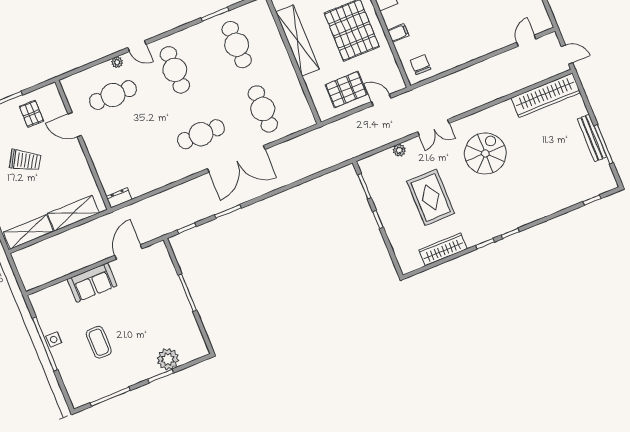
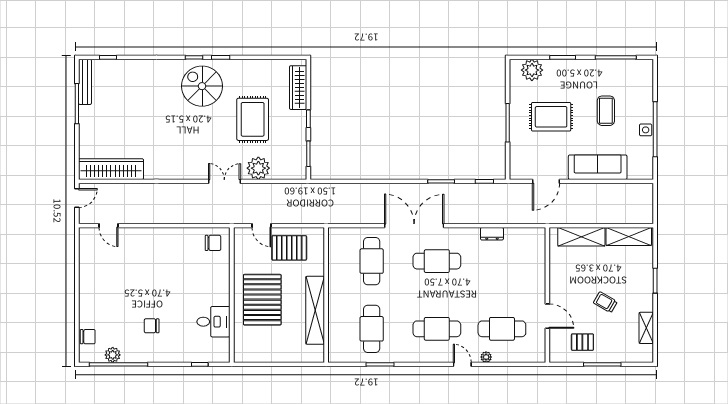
filing cabinet: (398, 33) -> (221, 280), removed
door: (526, 41) -> (108, 226), hinge flipped
door: (567, 55) -> (77, 198), swing flipped
chair: (420, 65) -> (213, 243), turned -90
cafe table: (175, 70) -> (437, 329), turned 90
pallet: (31, 114) -> (582, 342), turned 90
bench: (592, 138) -> (85, 82), moved
plant: (399, 150) -> (258, 168), width x1.87, depth x1.87
spiral stairs: (485, 153) -> (202, 86), moved, turned 90
trolley: (25, 160) -> (605, 302), width x0.73, depth x0.72
dresser: (119, 198) -> (492, 234), moved
wardrobe: (443, 249) -> (298, 88), moved, turned 90
sofa: (92, 283) -> (598, 167), width x1.36
rug: (148, 315) -> (551, 117), added
plant: (168, 359) -> (532, 70), moved

